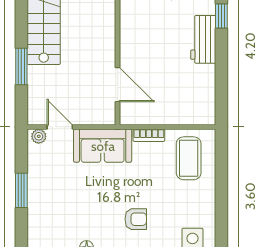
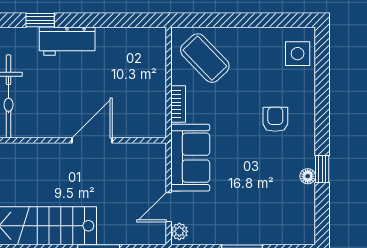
door: (118, 85) -> (92, 140), moved
coffee table: (189, 158) -> (205, 58), turned 46

